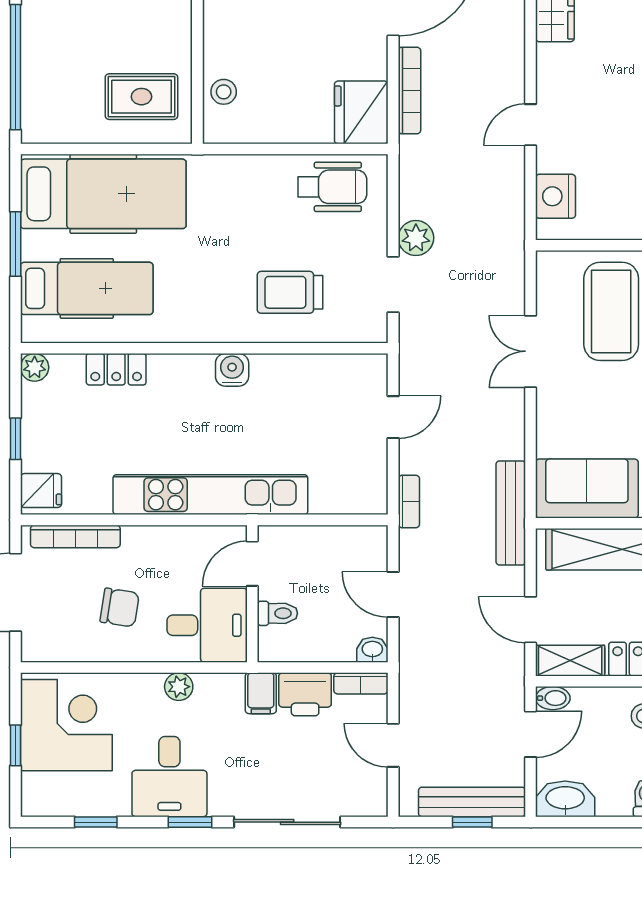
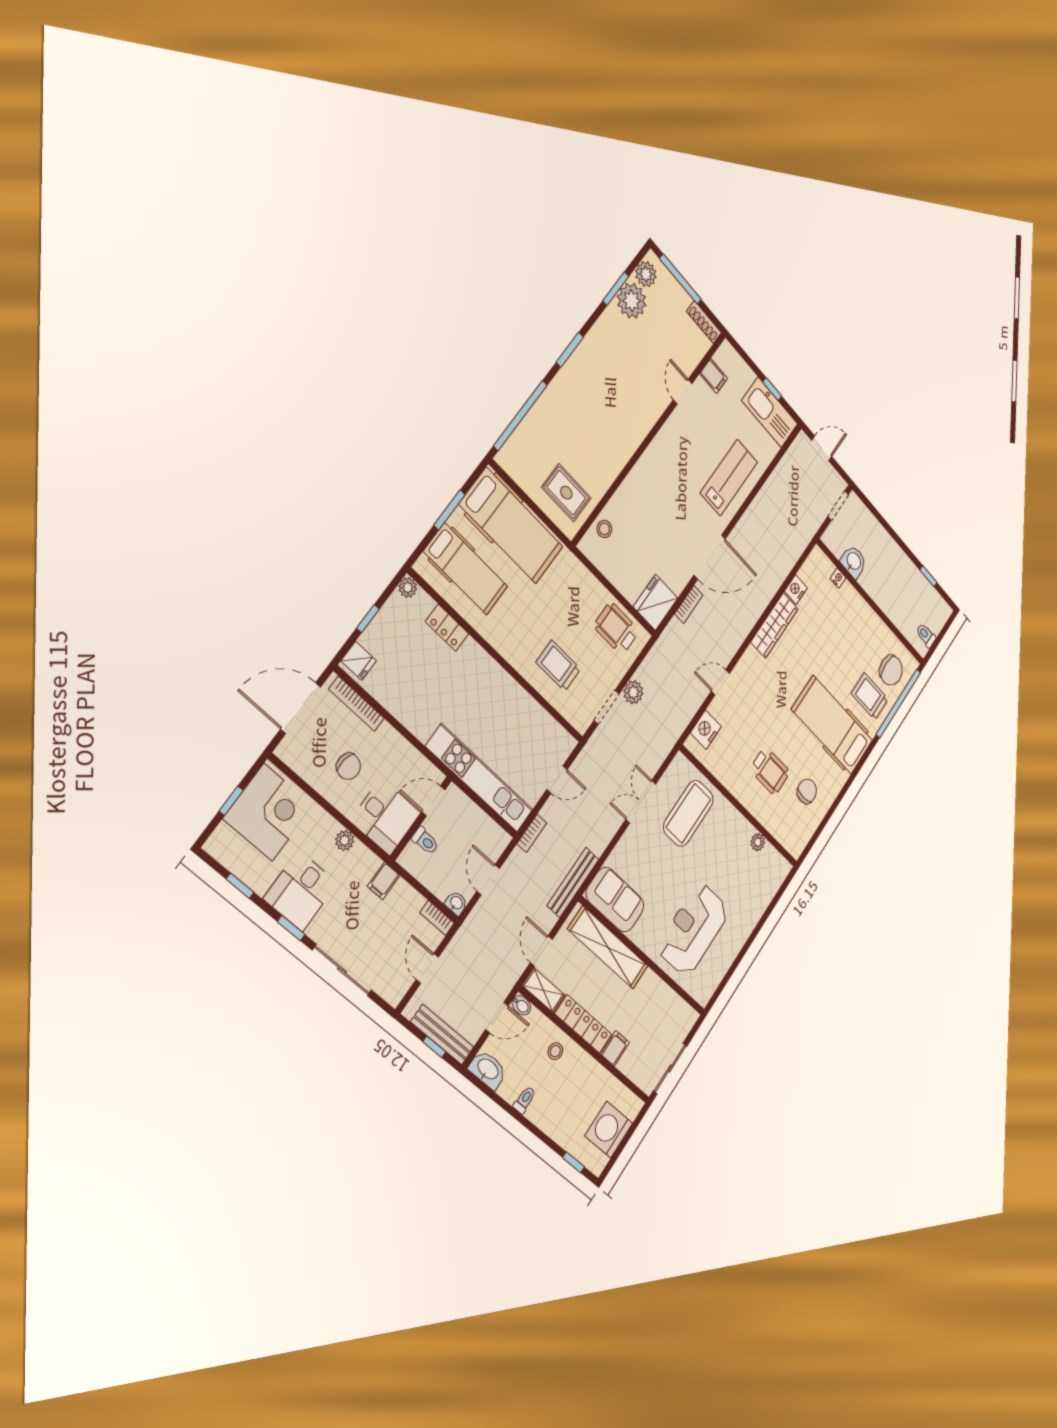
bookcase: (409, 91) -> (689, 604), width x0.64
wheelchair: (332, 187) -> (616, 628), turned 180
water cooler: (232, 370) -> (502, 682), removed
kitchen unit: (210, 495) -> (480, 778), moved
printer: (305, 694) -> (405, 901), removed

